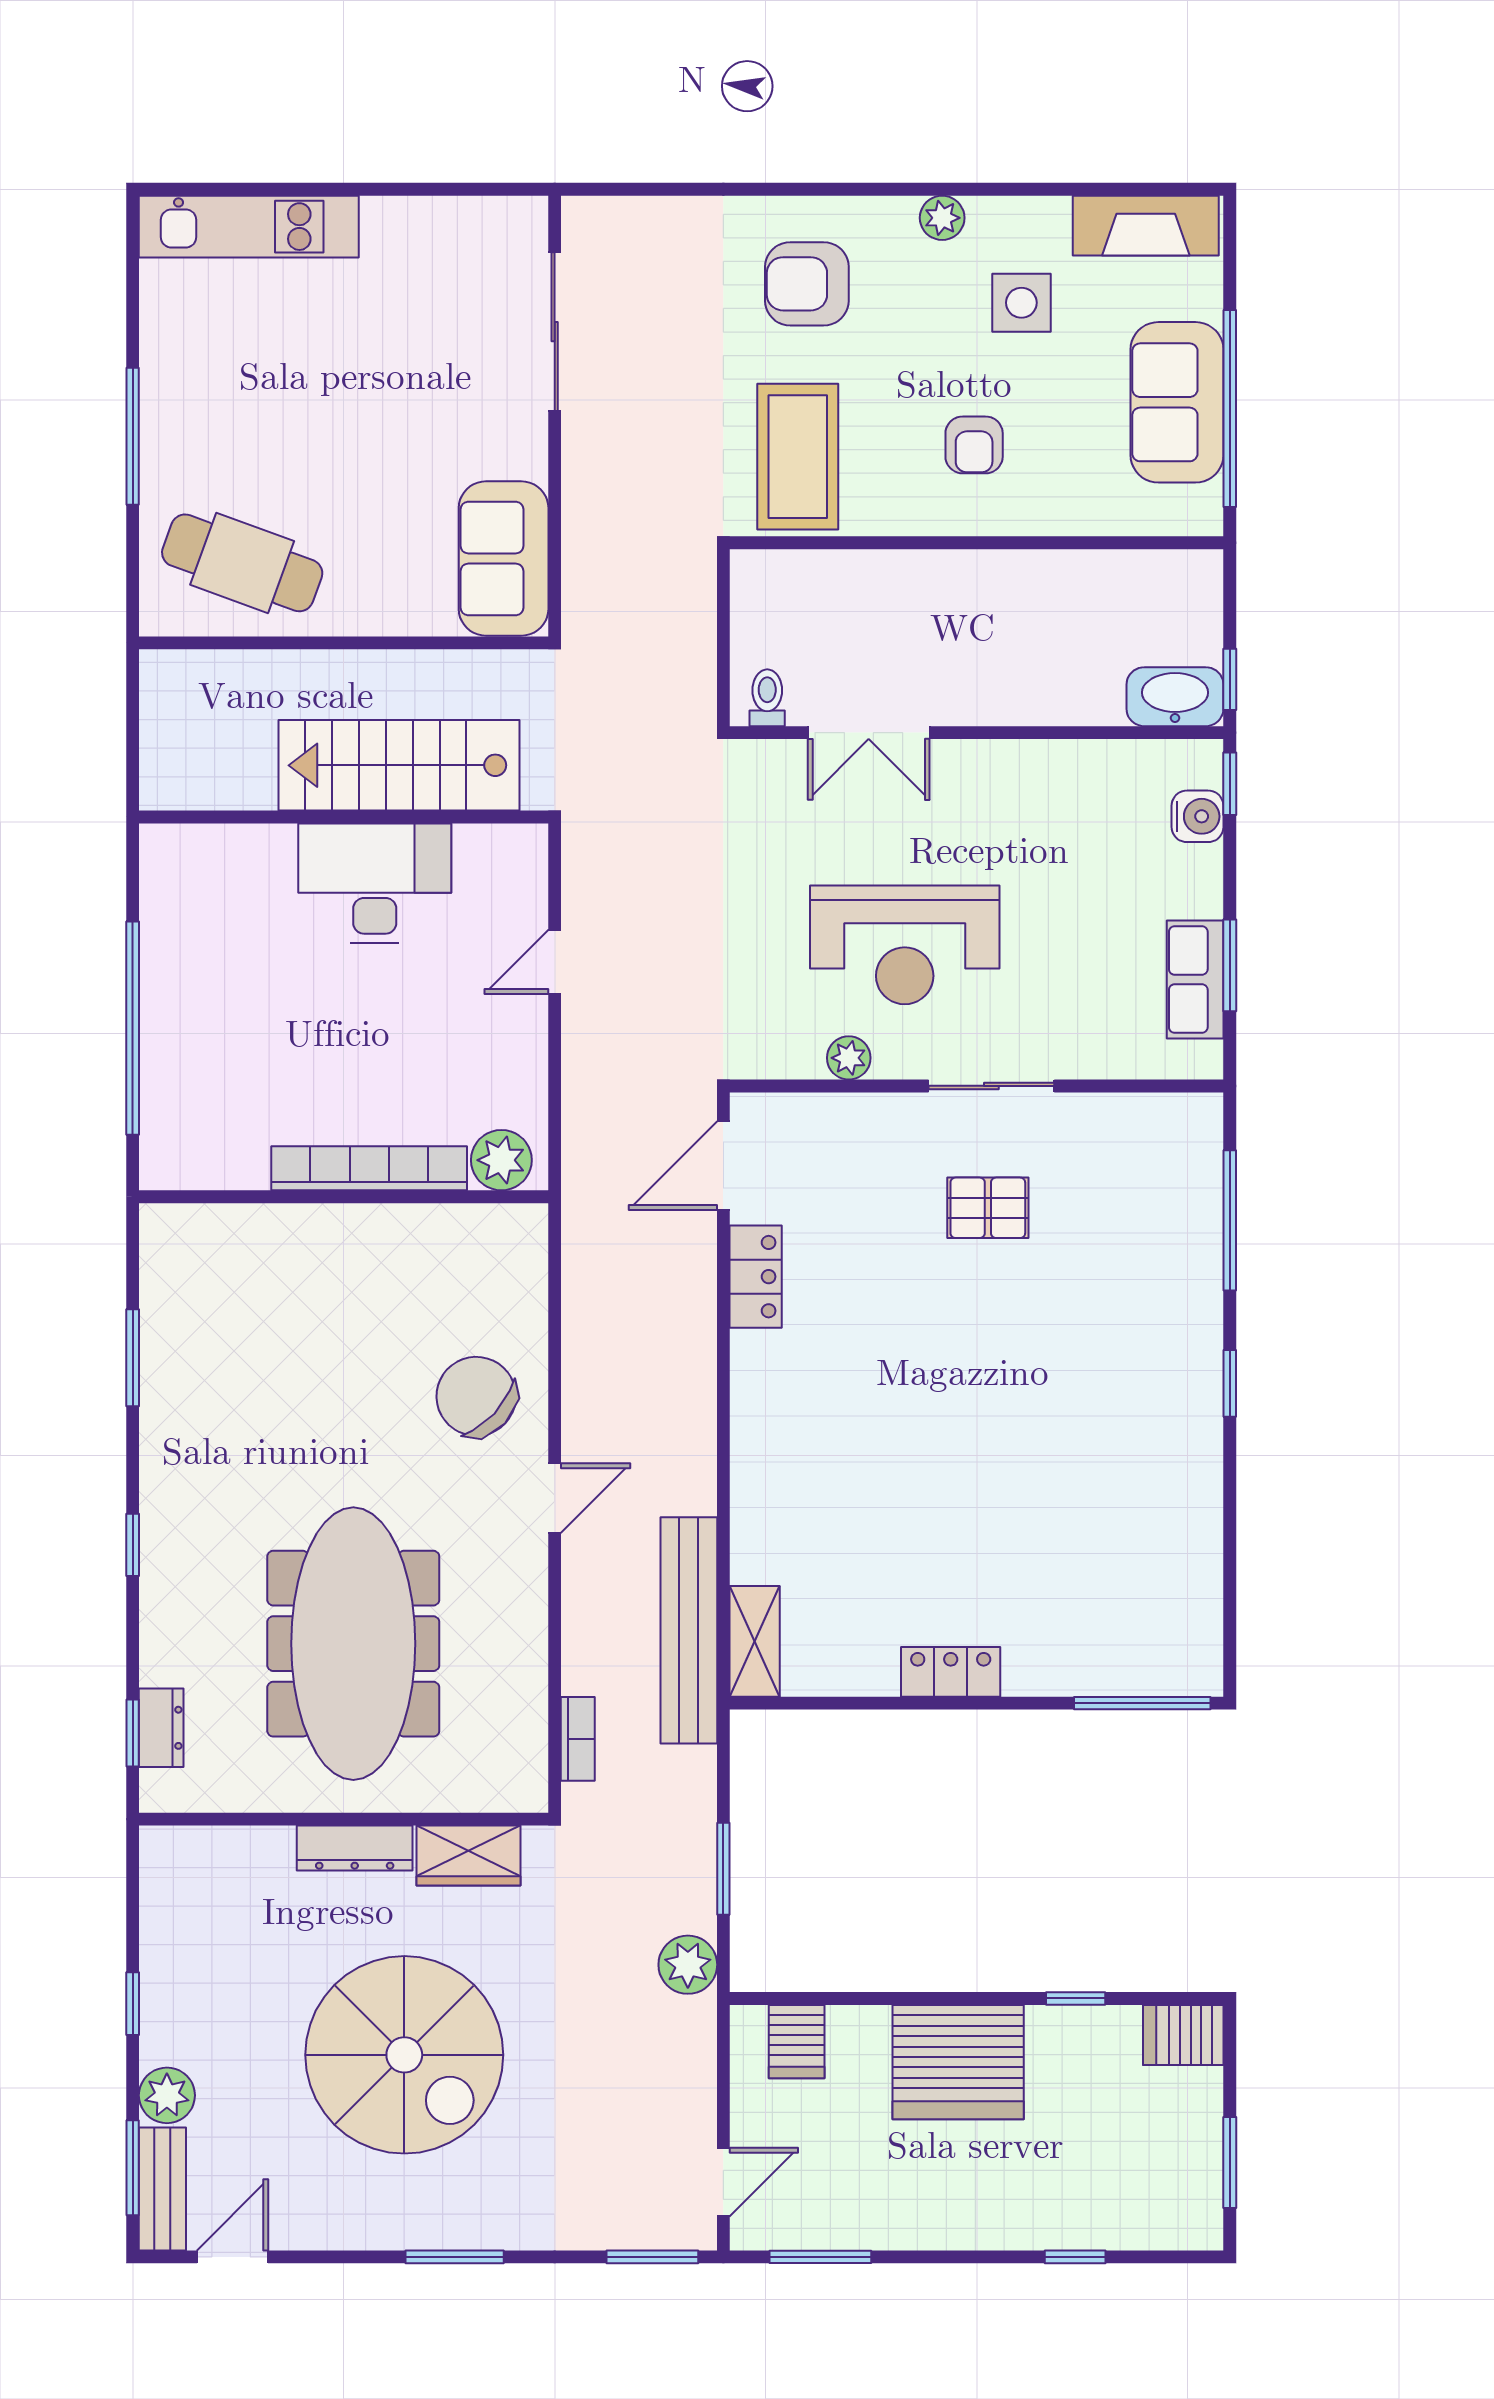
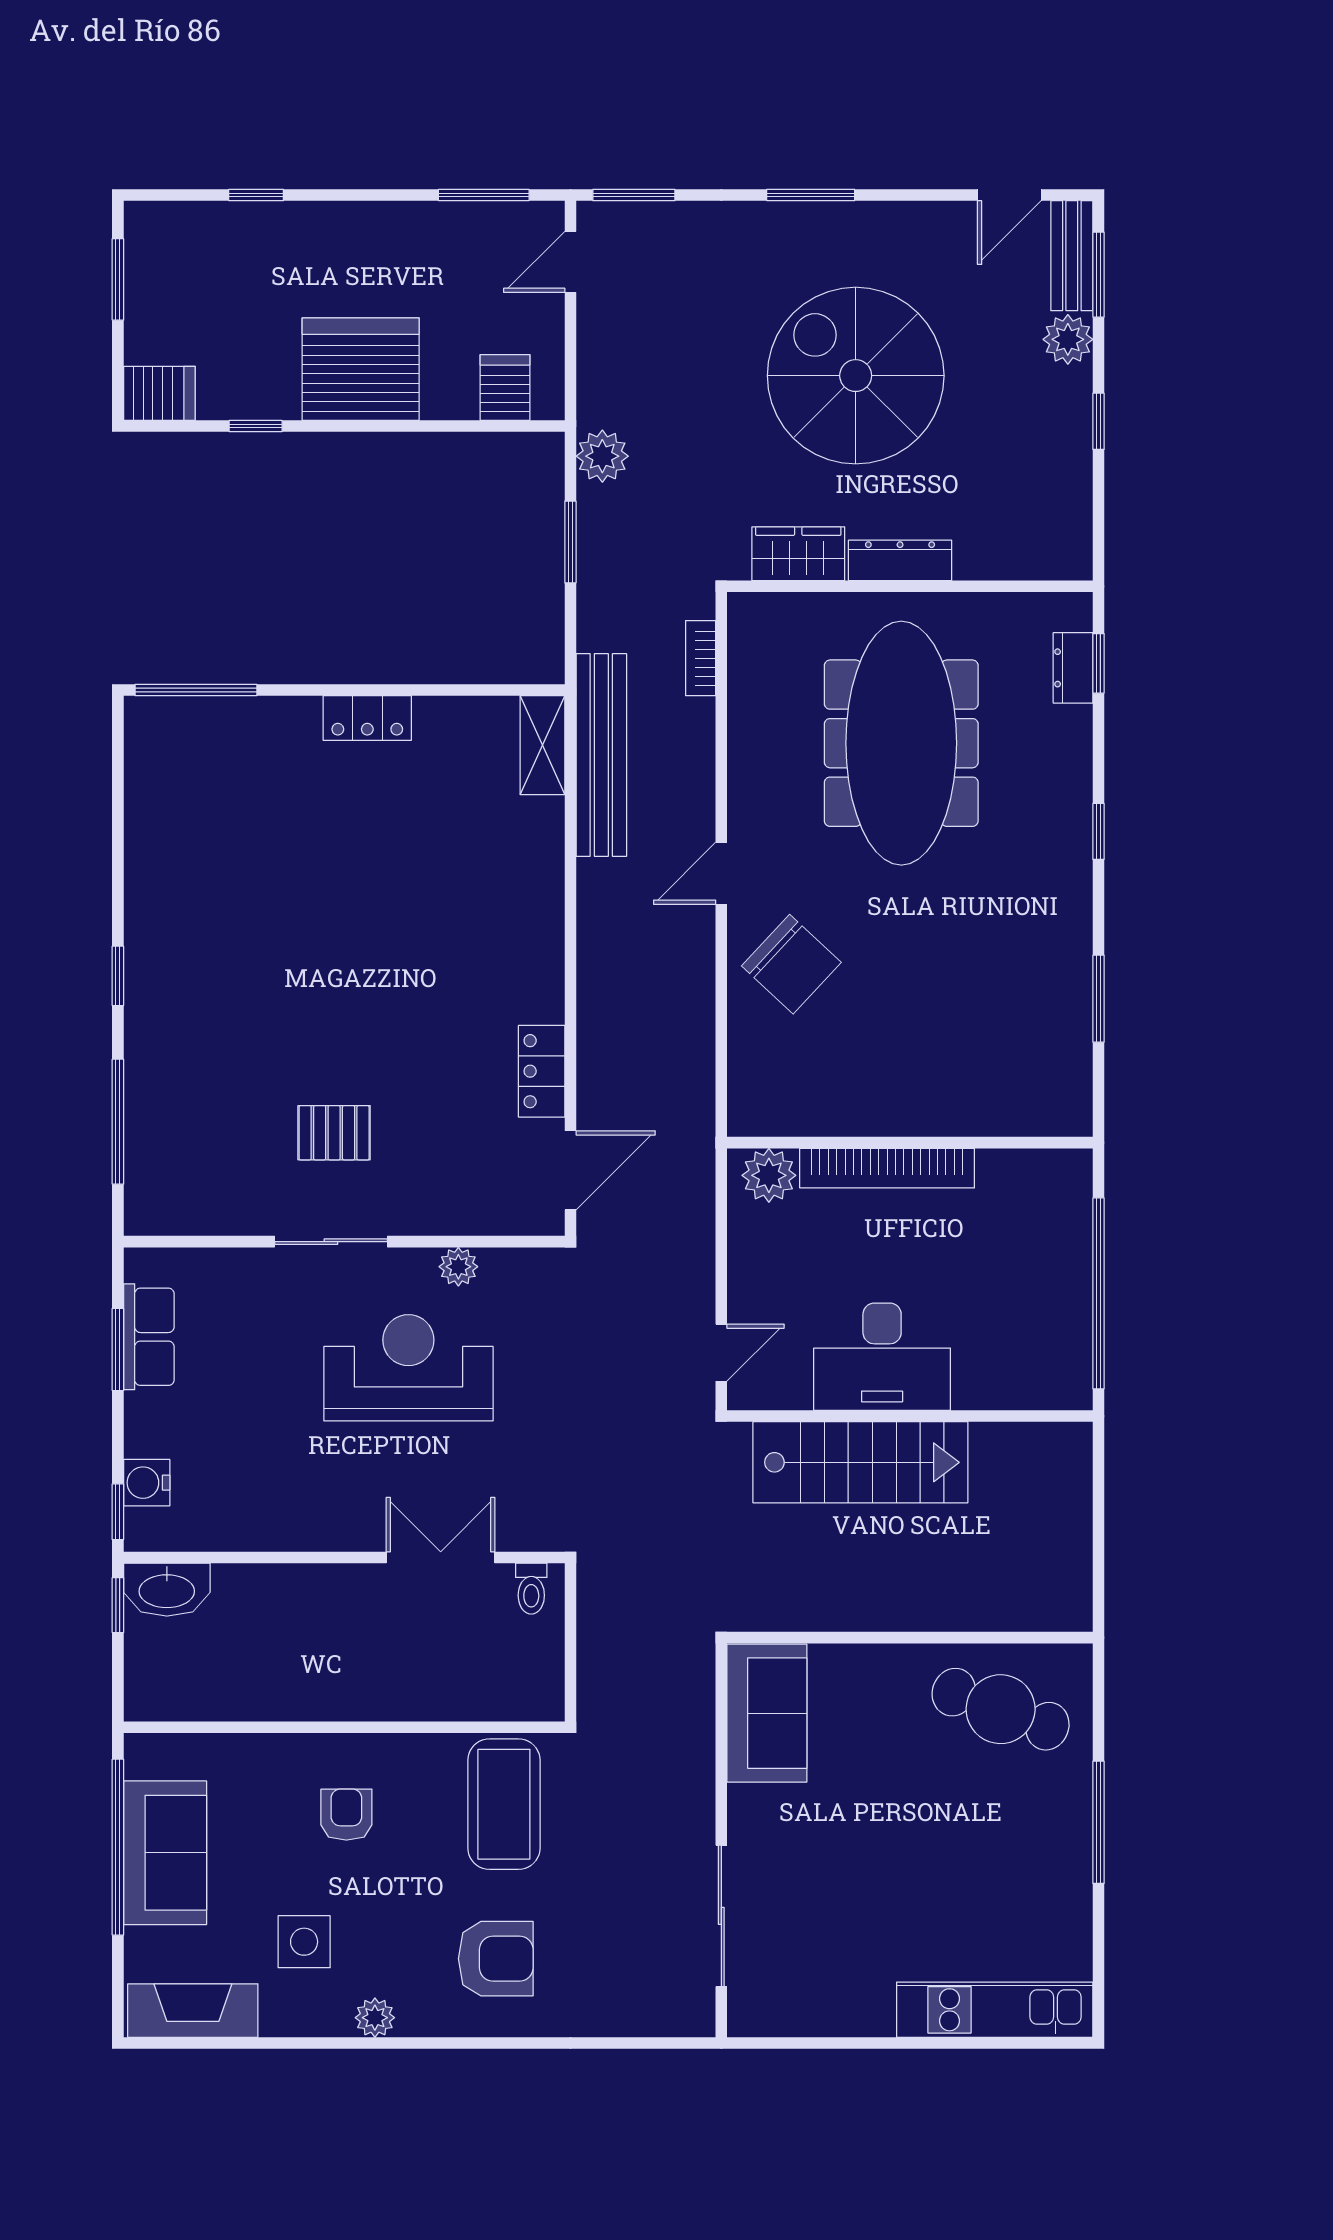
stairs: (399, 765) -> (860, 1462), moved
wall: (344, 817) -> (910, 1416), moved
desk: (375, 883) -> (882, 1357), moved

